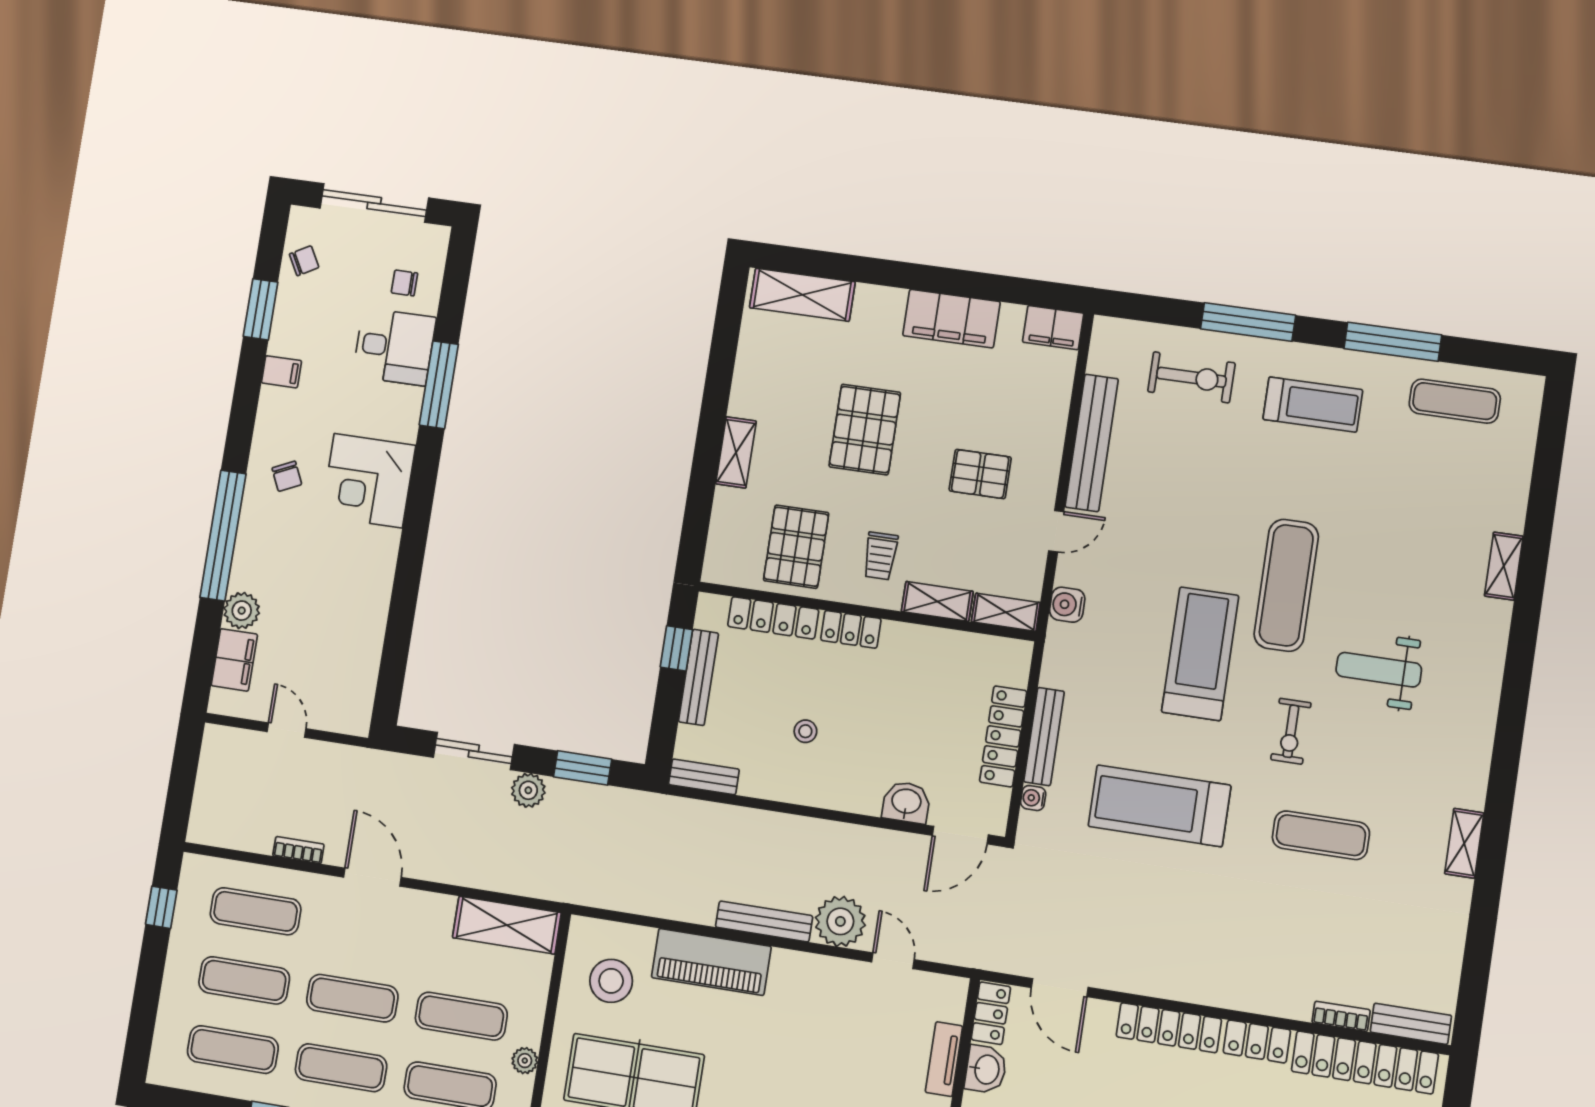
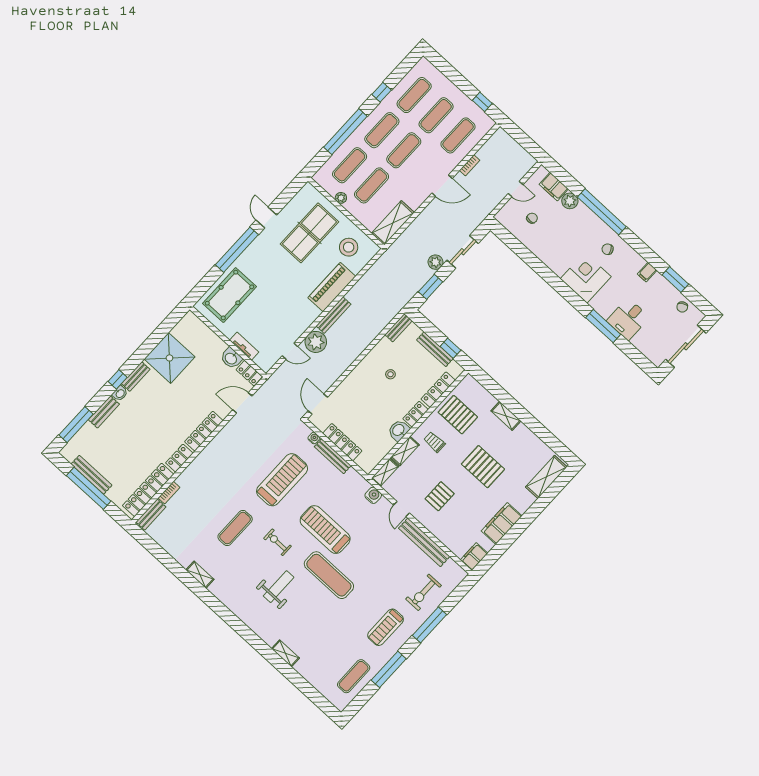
chair: (404, 283) -> (532, 218), moved
treadmill: (1200, 654) -> (325, 530), turned 180
washbasin: (906, 802) -> (399, 430), moved, turned 180

